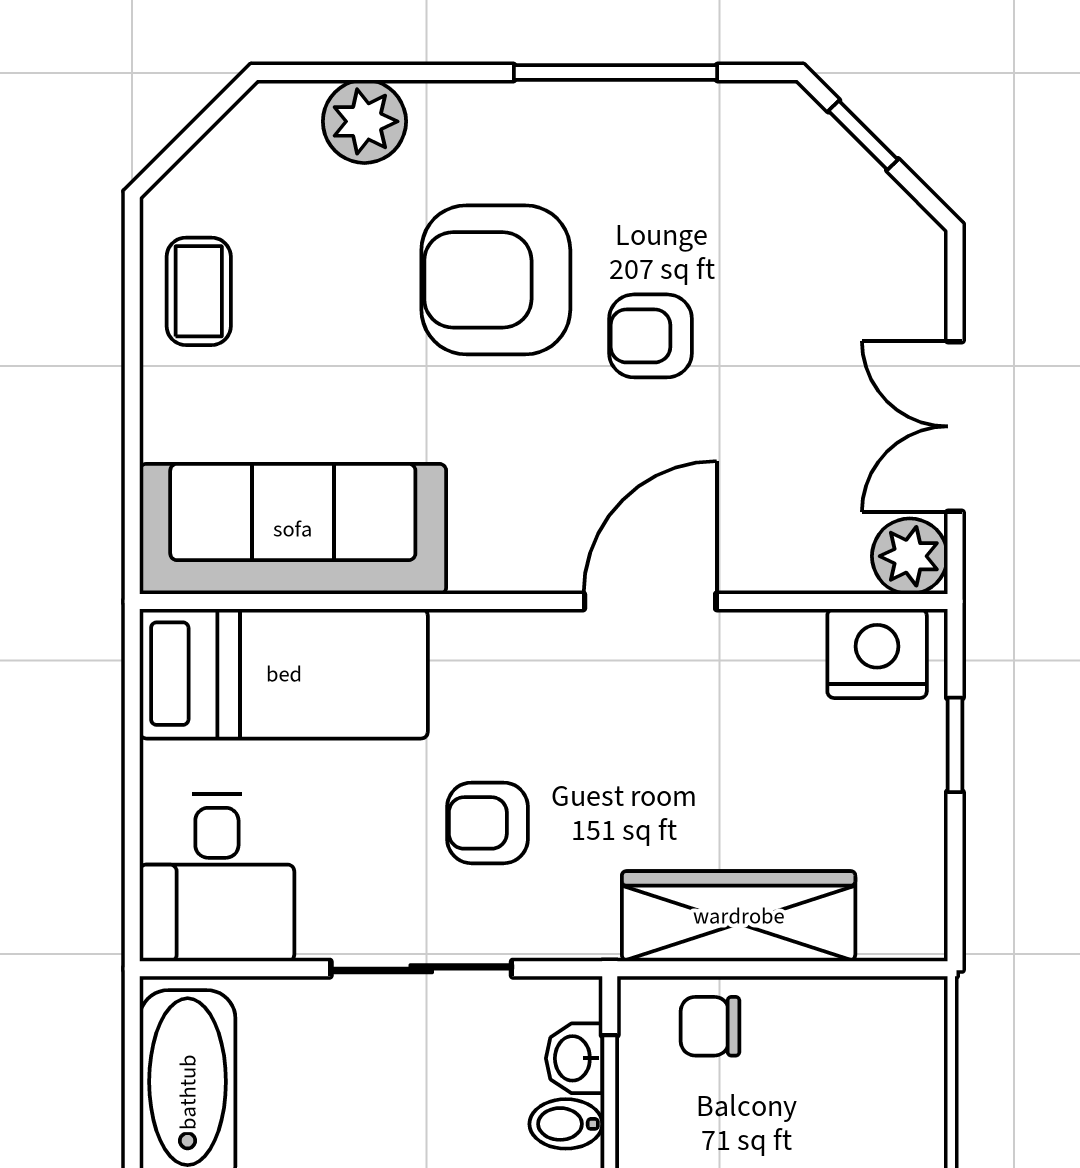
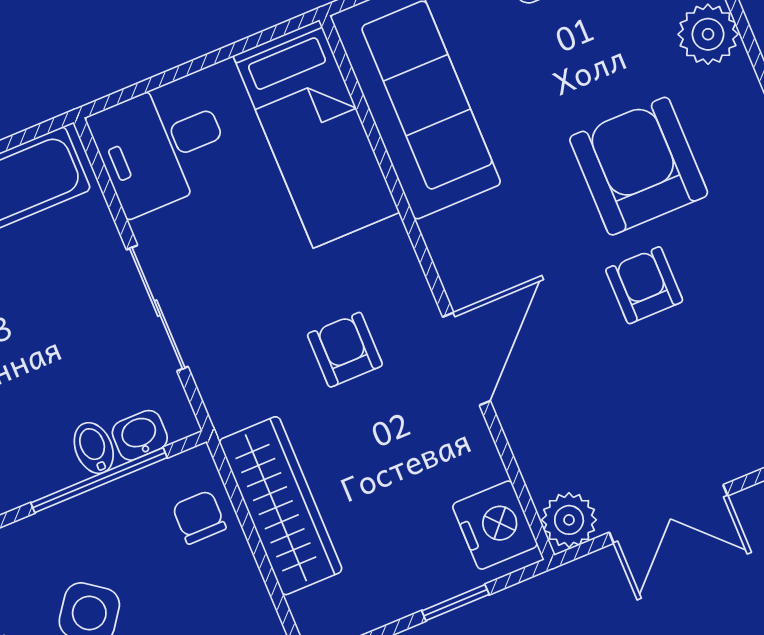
double door: (955, 426) -> (668, 514), swing flipped
door: (650, 601) -> (467, 359), hinge flipped
armchair: (487, 823) -> (345, 350), moved

